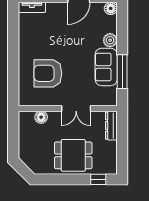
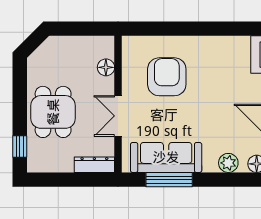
plant: (110, 40) -> (228, 163), moved
sofa: (106, 67) -> (166, 157), width x1.36

